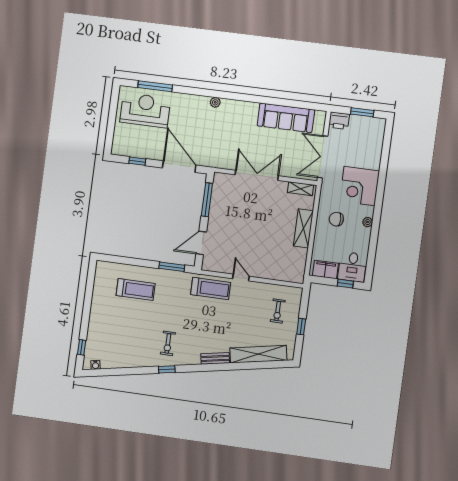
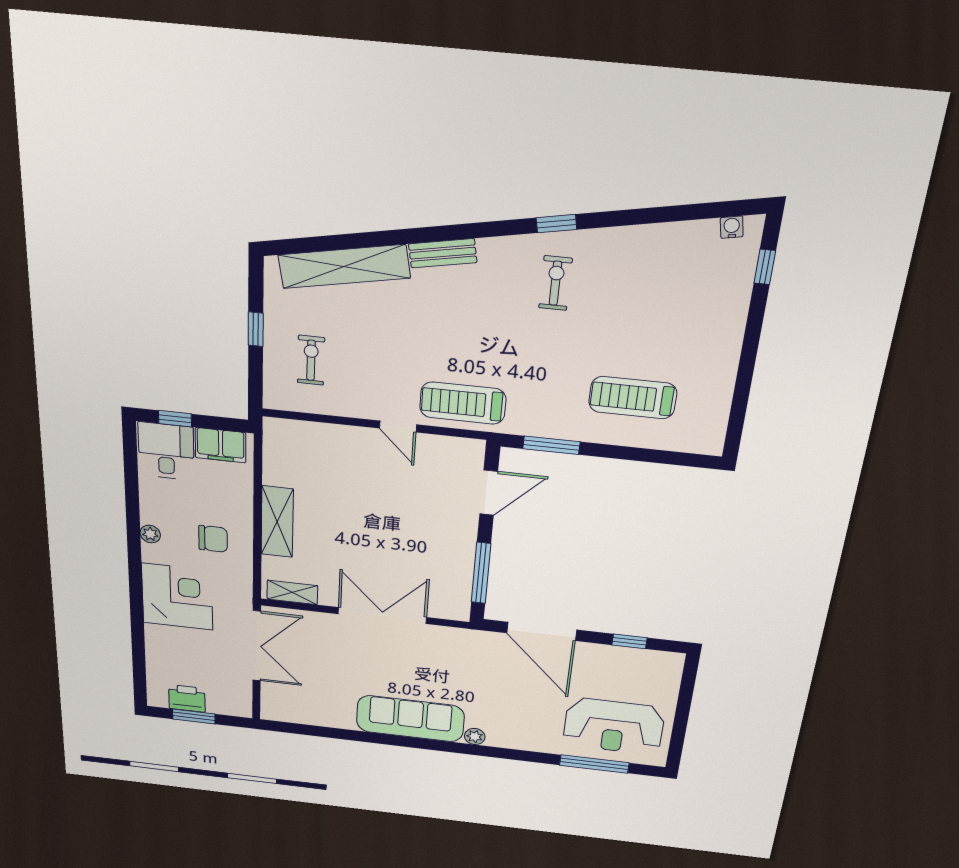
sofa: (286, 118) -> (410, 719), moved
printer: (339, 121) -> (187, 698), moved
double door: (257, 175) -> (382, 616), swing flipped

